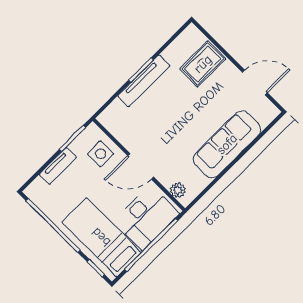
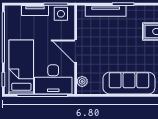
tv unit: (144, 81) -> (106, 11), moved
side table: (101, 154) -> (61, 14), moved

